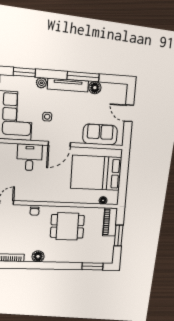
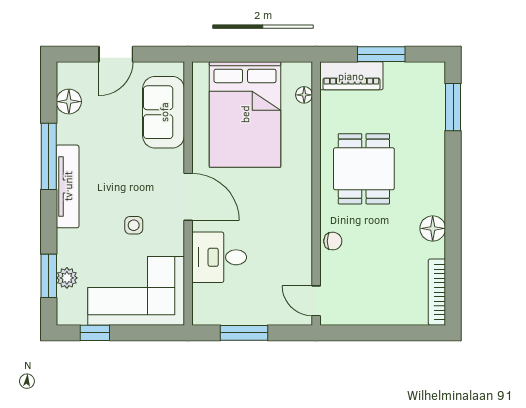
plant: (41, 83) -> (67, 278), moved
floor lamp: (95, 88) -> (69, 102), moved

